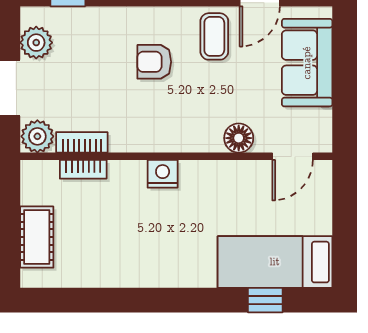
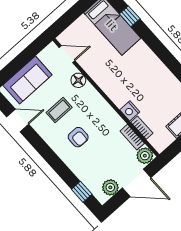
coffee table: (214, 36) -> (59, 110), moved
nightstand: (163, 174) -> (130, 111), moved

